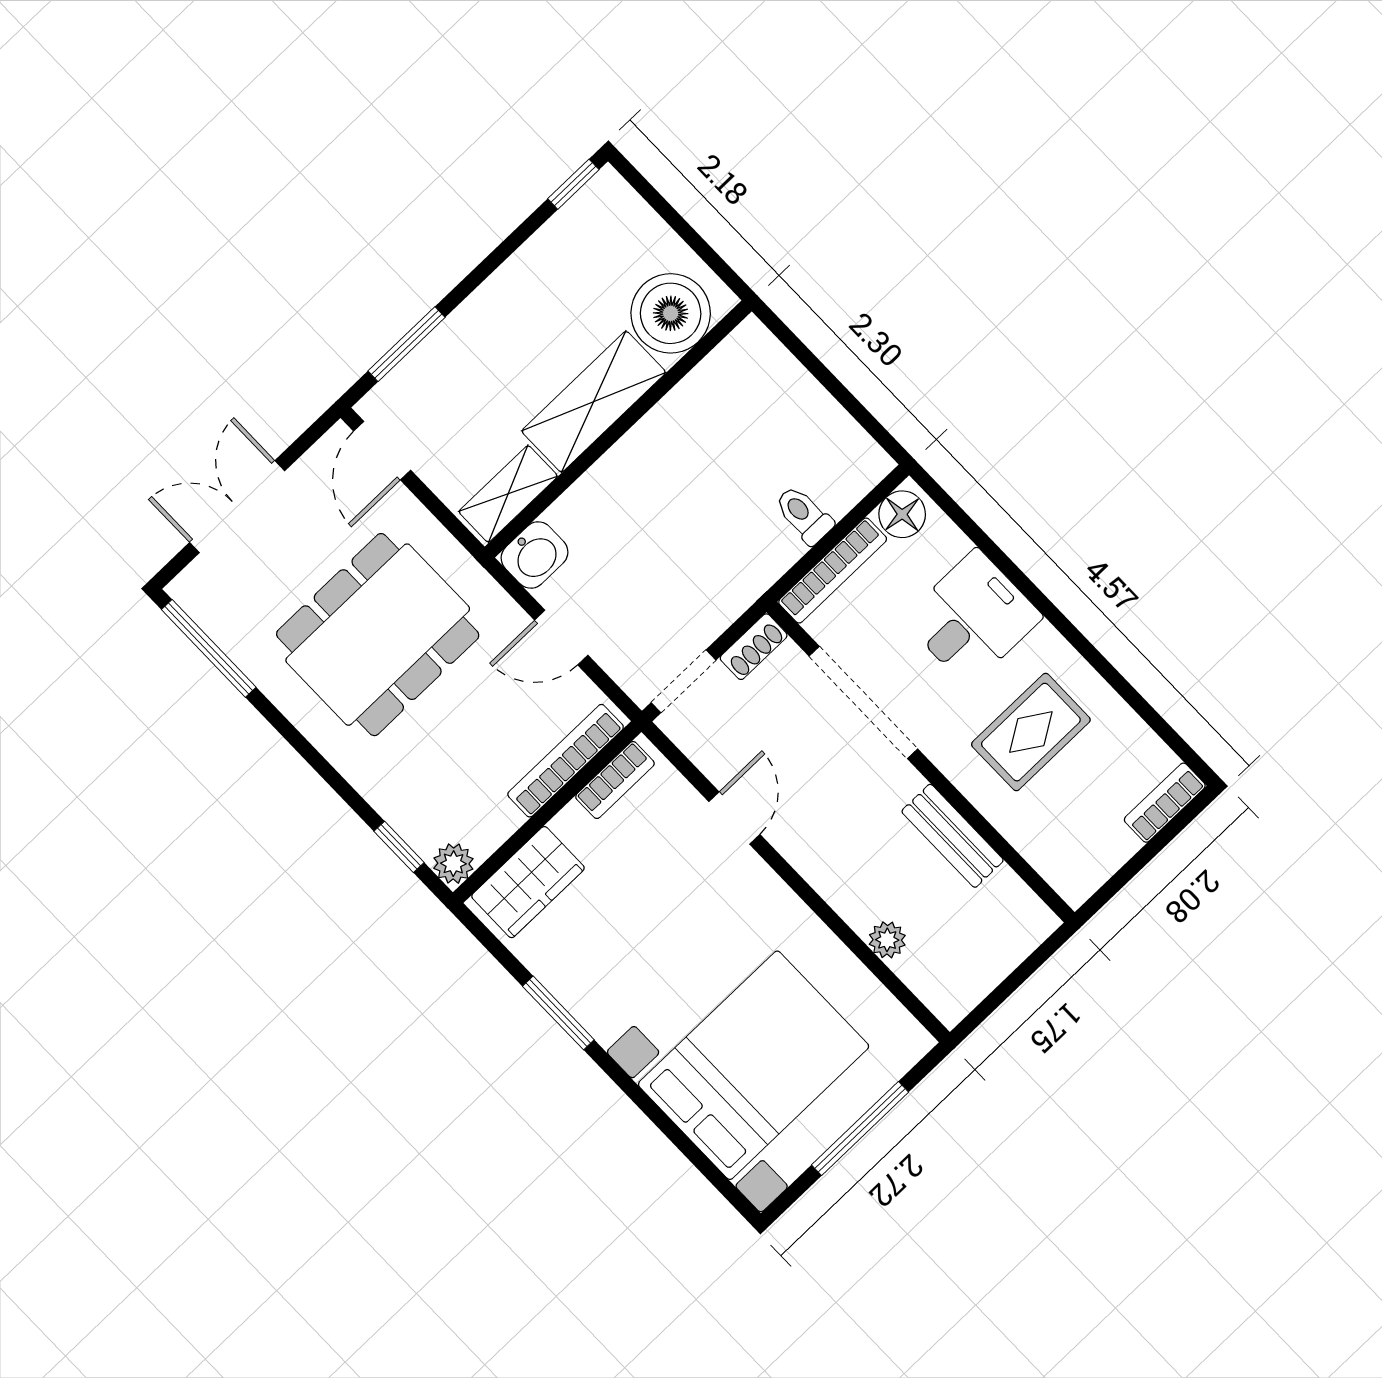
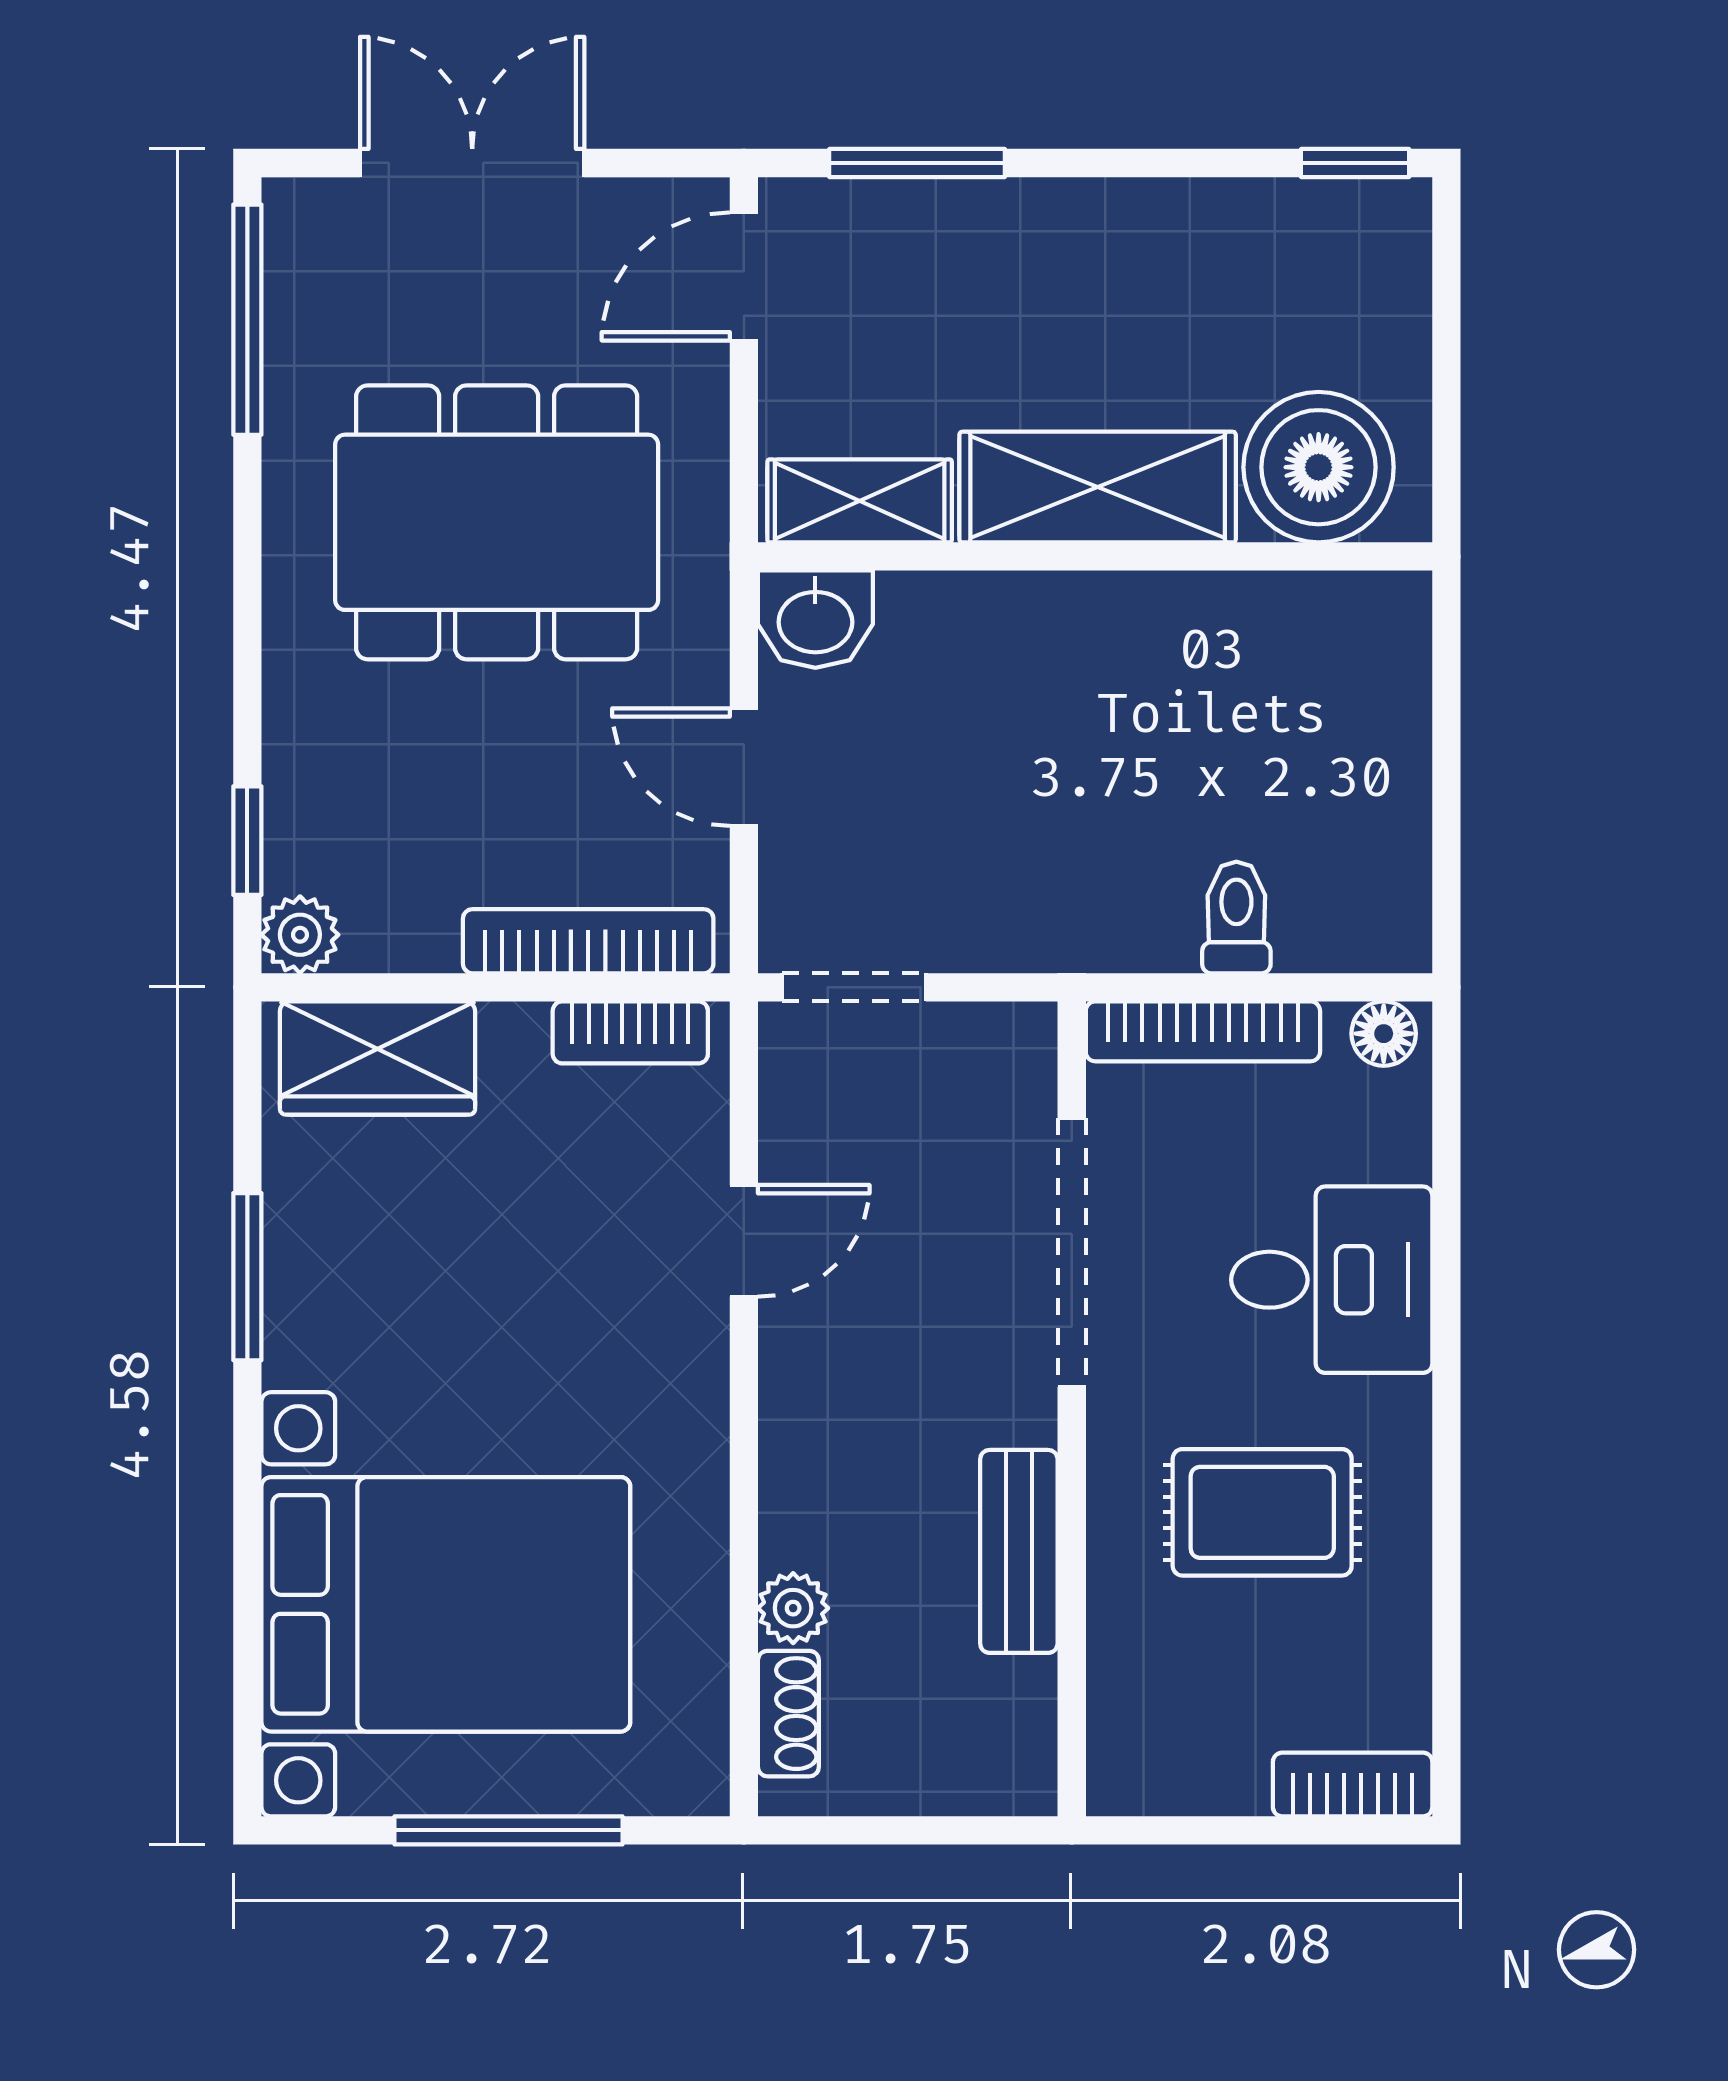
floor lamp: (902, 514) -> (1384, 1034), width x0.73, depth x0.73
shoe rack: (754, 647) -> (788, 1714), moved, turned -90

